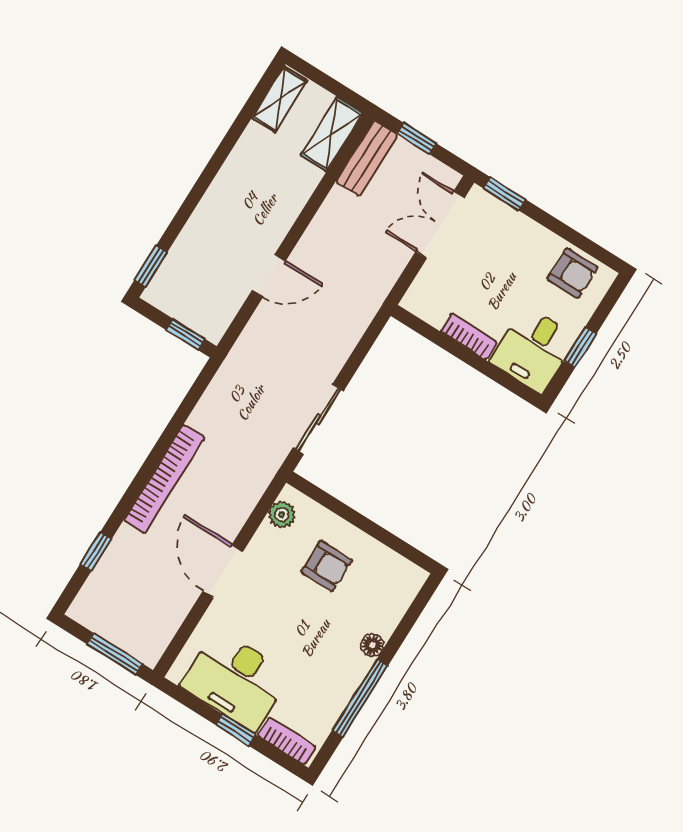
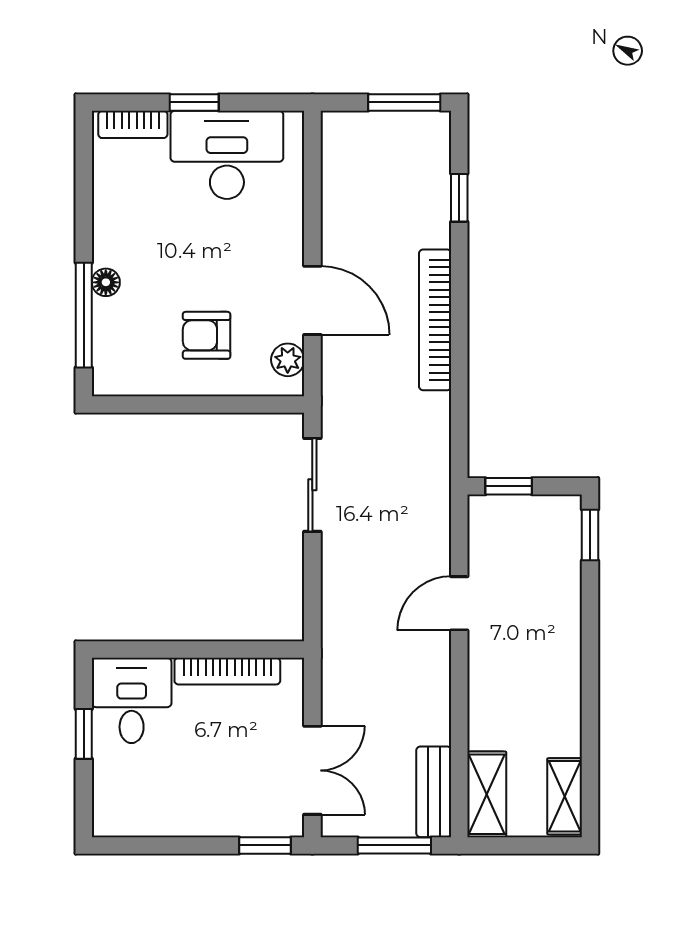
window: (416, 139) -> (394, 845), width x1.50
armchair: (572, 273) -> (141, 807), removed
bookcase: (469, 337) -> (227, 671), width x1.56
door: (223, 571) -> (312, 300), moved
window: (115, 654) -> (404, 102), moved
window: (360, 698) -> (84, 315), moved

